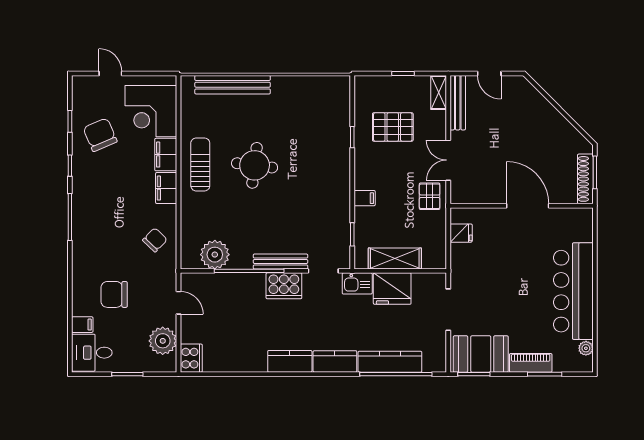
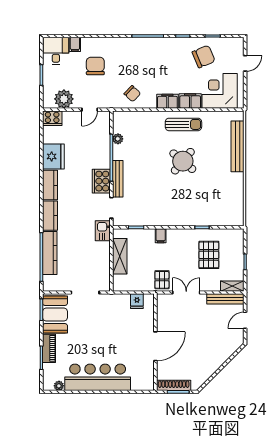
round table: (255, 165) -> (183, 161), turned 33
pallet: (430, 196) -> (162, 280), turned 90
plant: (215, 255) -> (118, 139), width x0.53, depth x0.53
fridge: (392, 289) -> (53, 156), moved, turned 180

